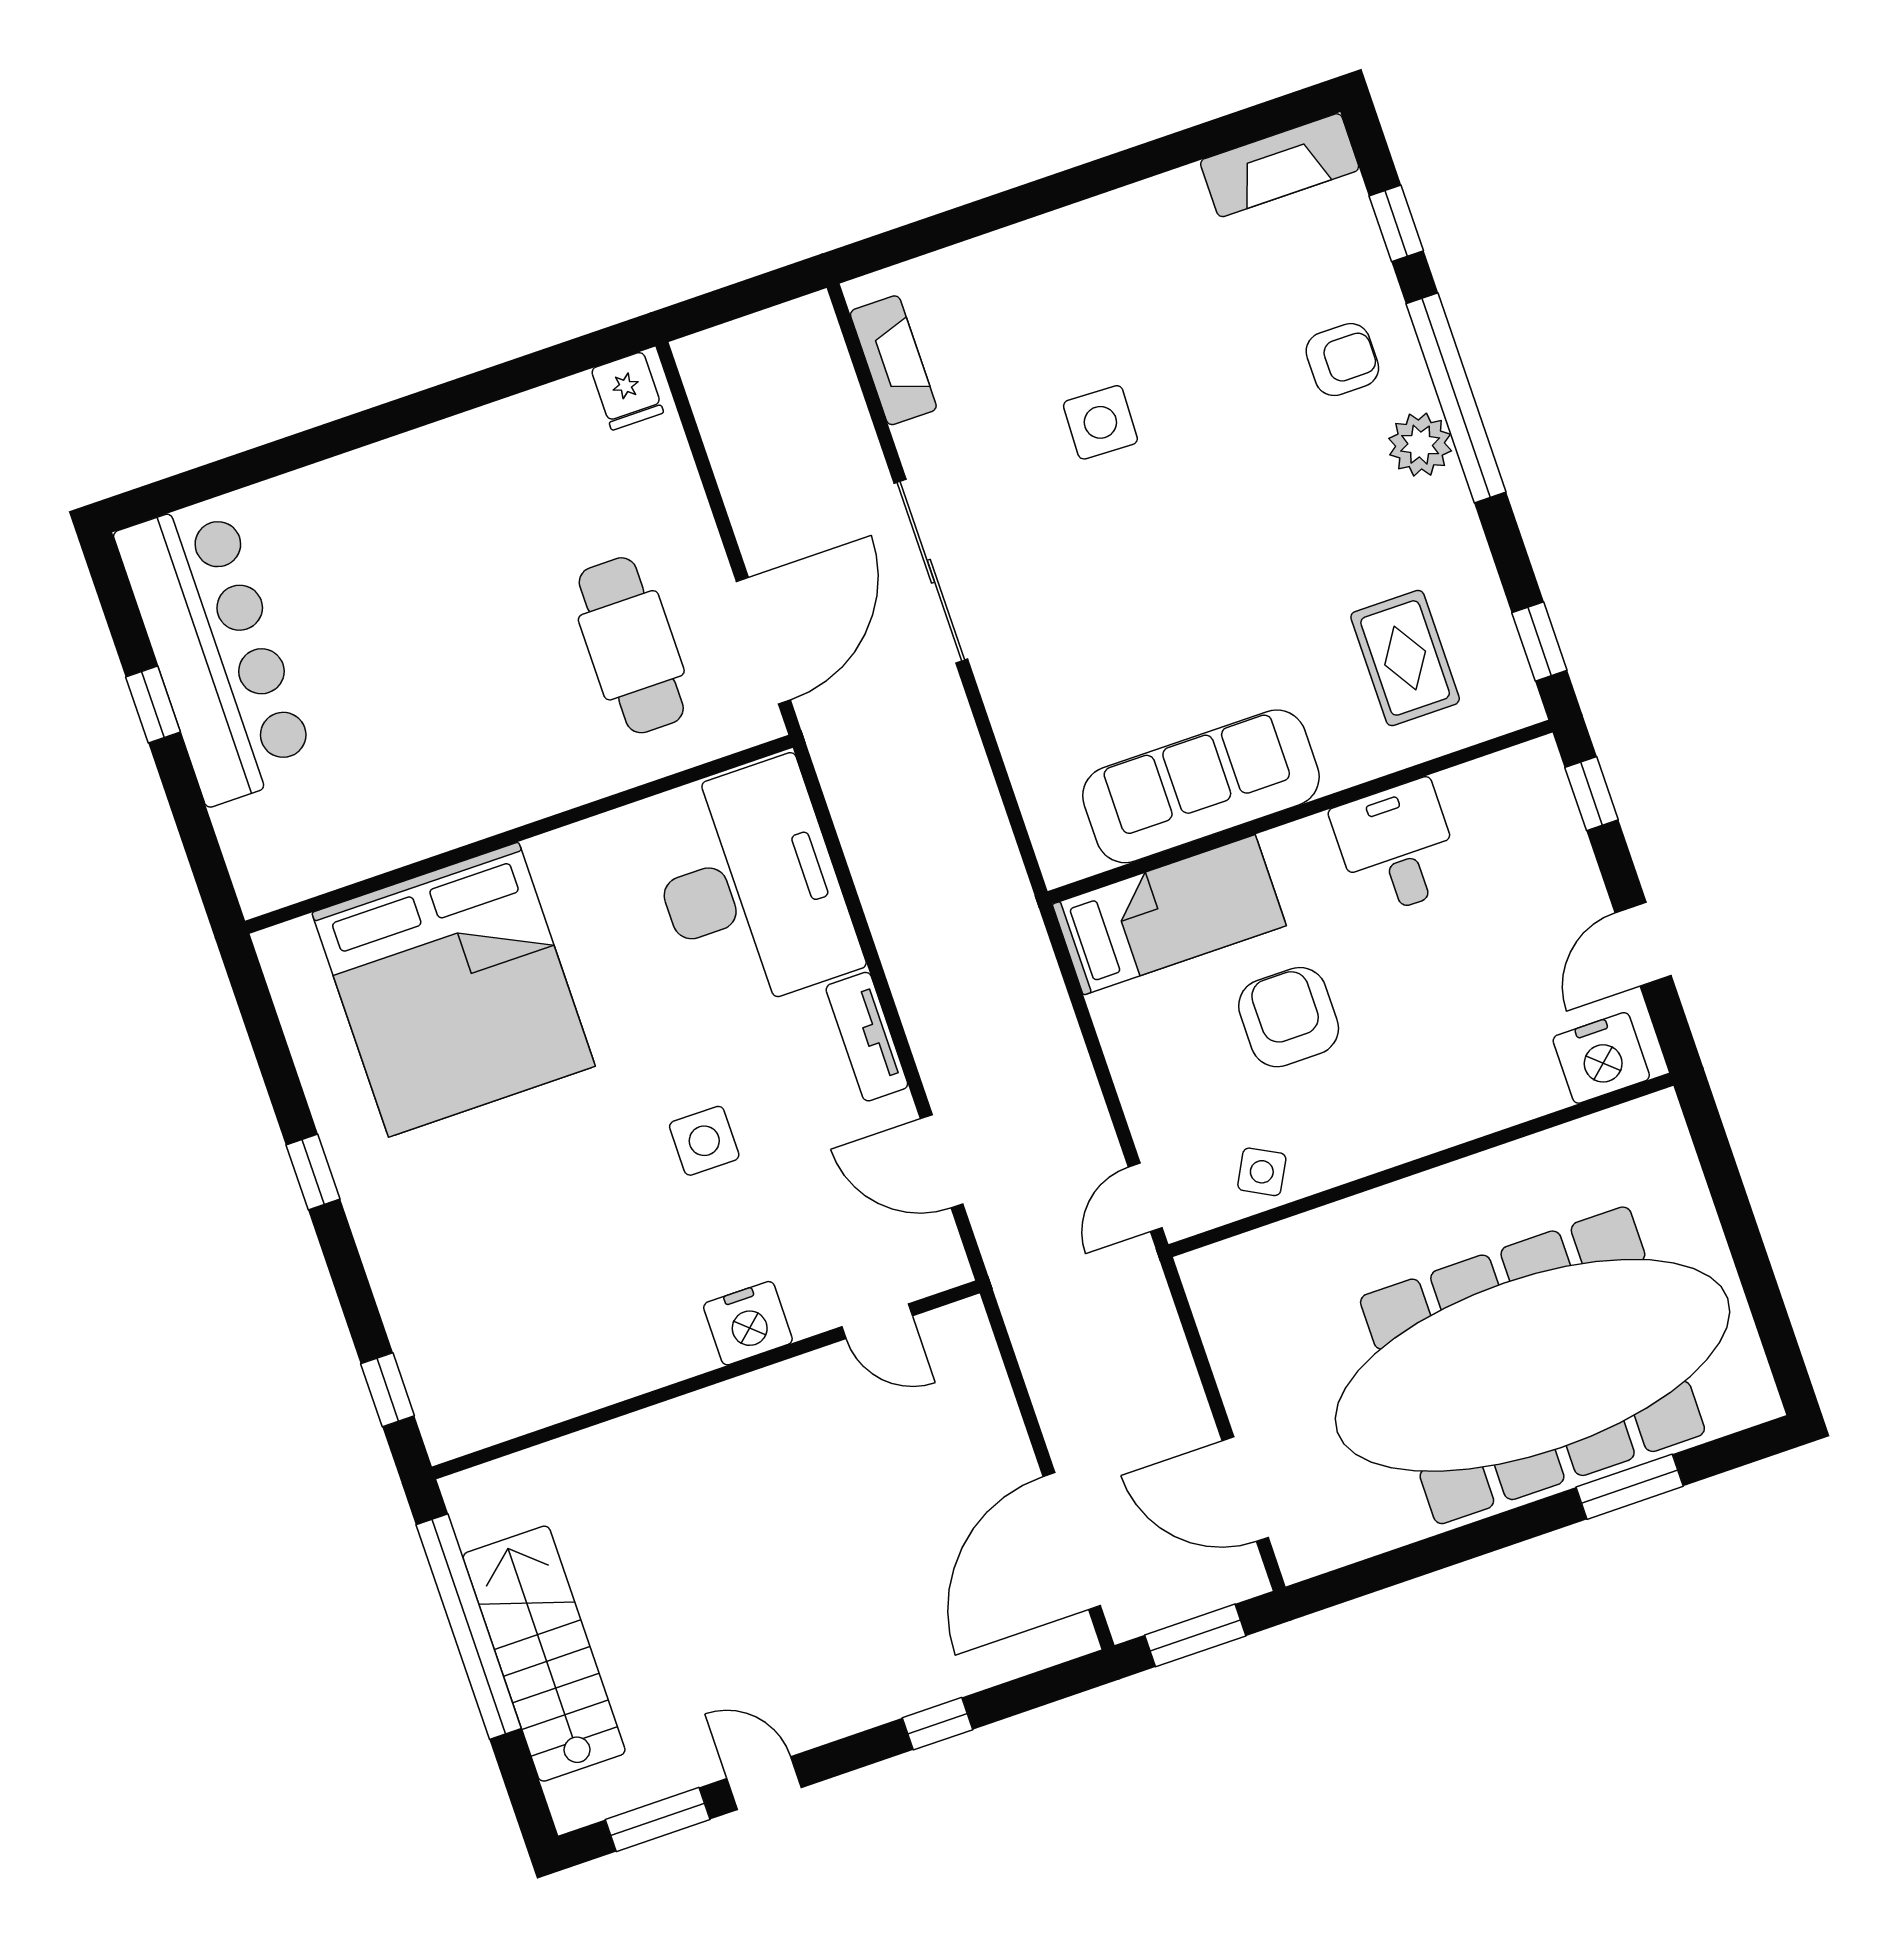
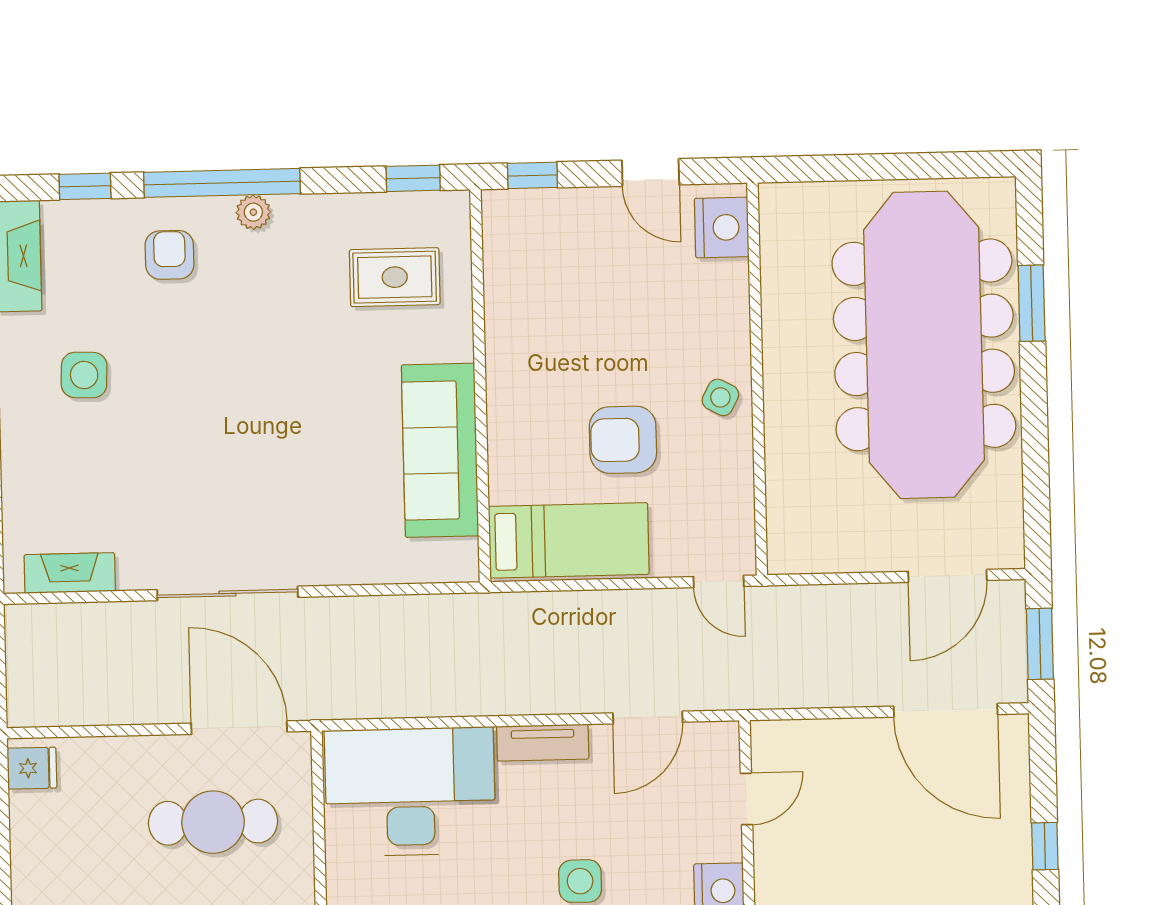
side table: (1100, 422) -> (84, 375), moved
plant: (1420, 445) -> (253, 212), width x0.73, depth x0.73
desk: (1397, 848) -> (527, 325), removed
bed: (1169, 915) -> (569, 540), moved, turned 90
side table: (1262, 1172) -> (720, 397), moved

